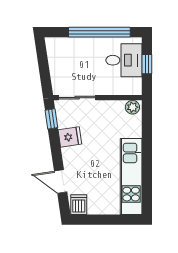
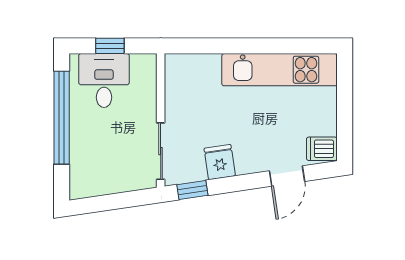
plant: (132, 107) -> (175, 68), removed

